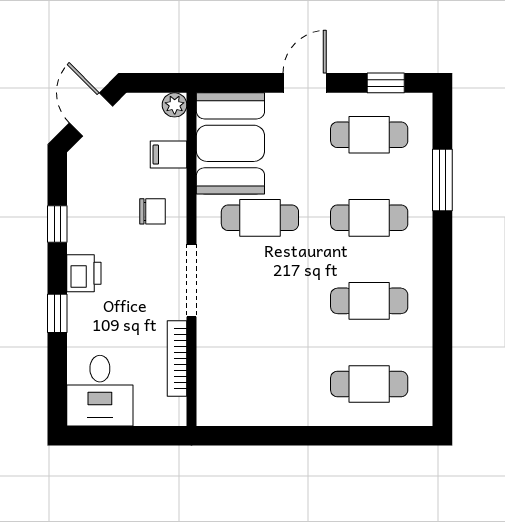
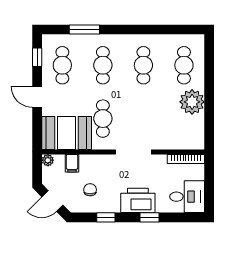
chair: (153, 211) -> (90, 190), moved
printer: (84, 273) -> (138, 200), width x1.87, depth x1.48
bookcase: (177, 358) -> (186, 159), moved
plant: (294, 401) -> (192, 102), added

